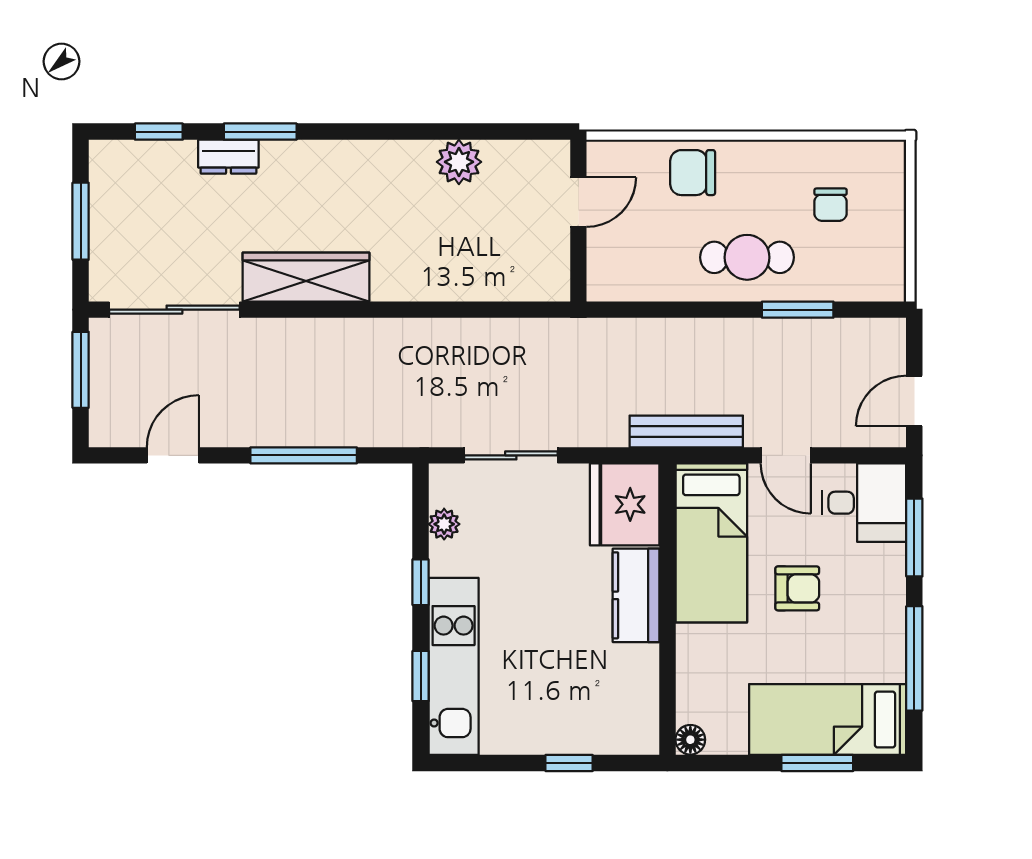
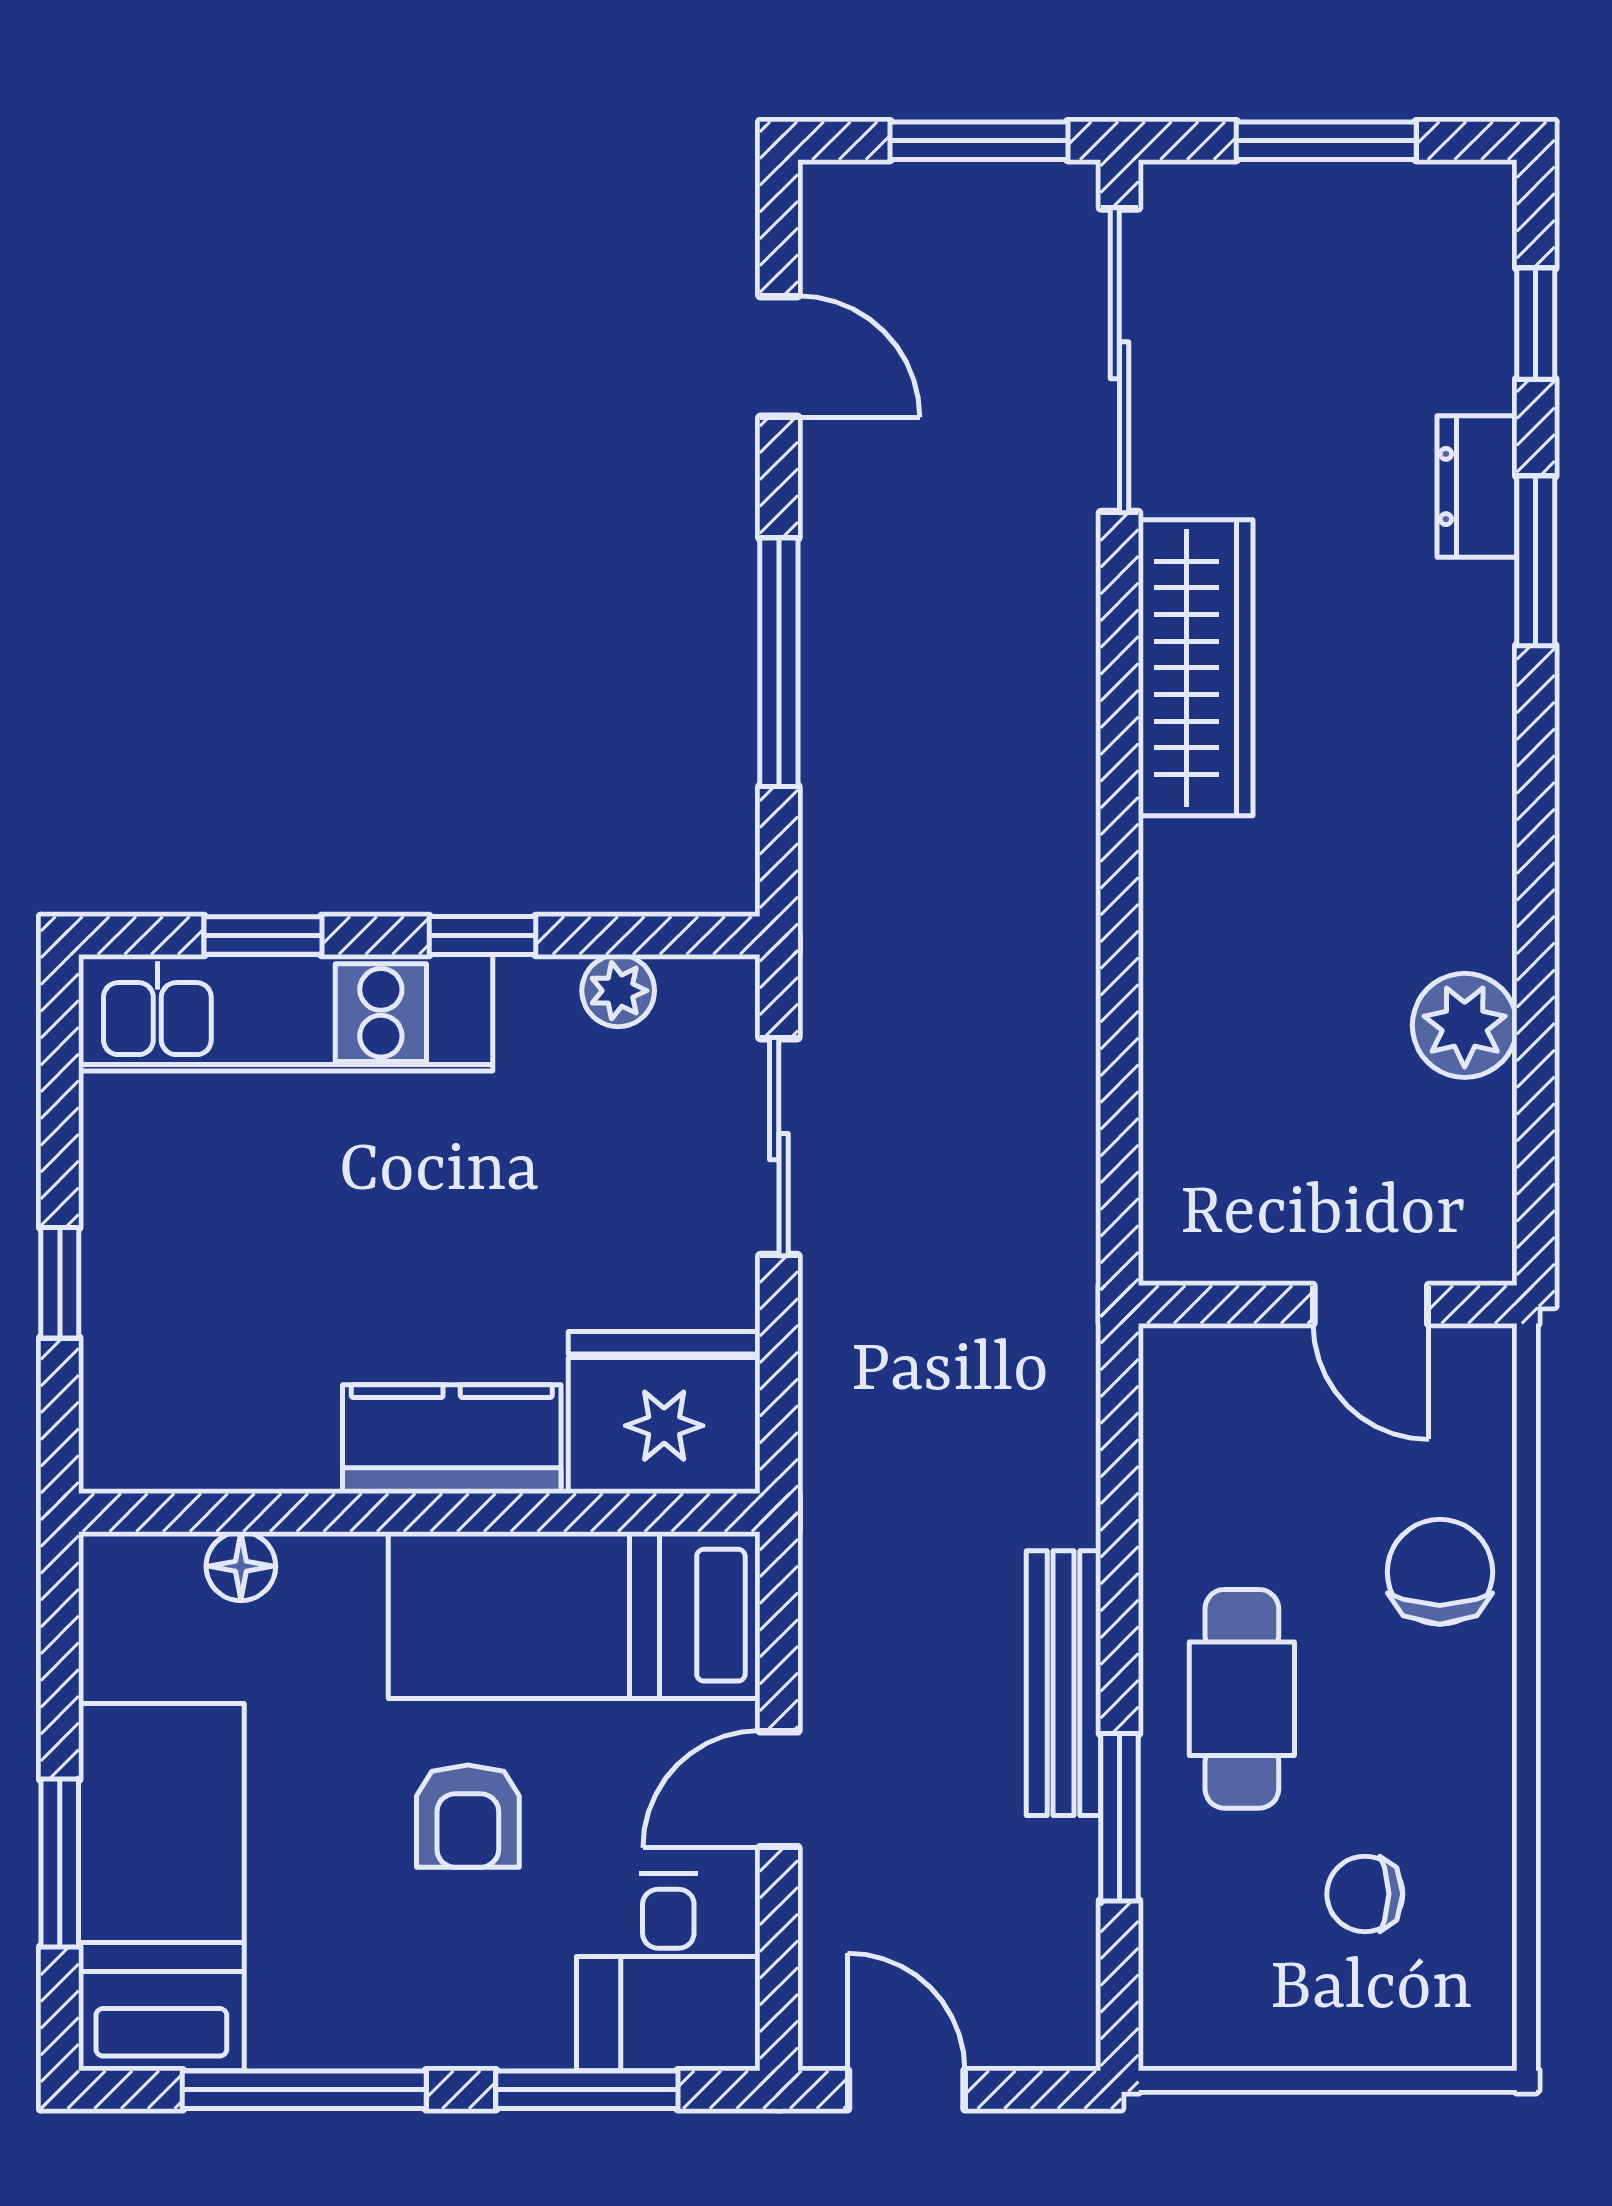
bench: (686, 431) -> (1063, 1683), moved
floor lamp: (690, 740) -> (241, 1566), moved

